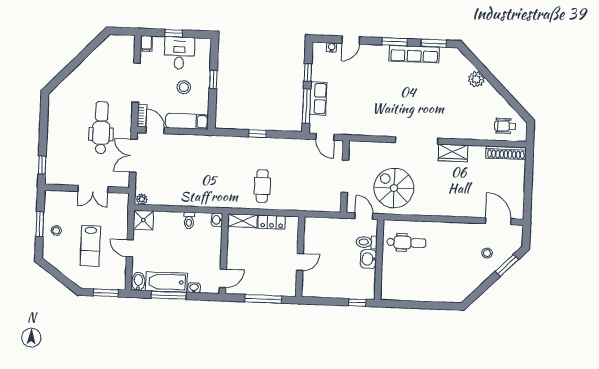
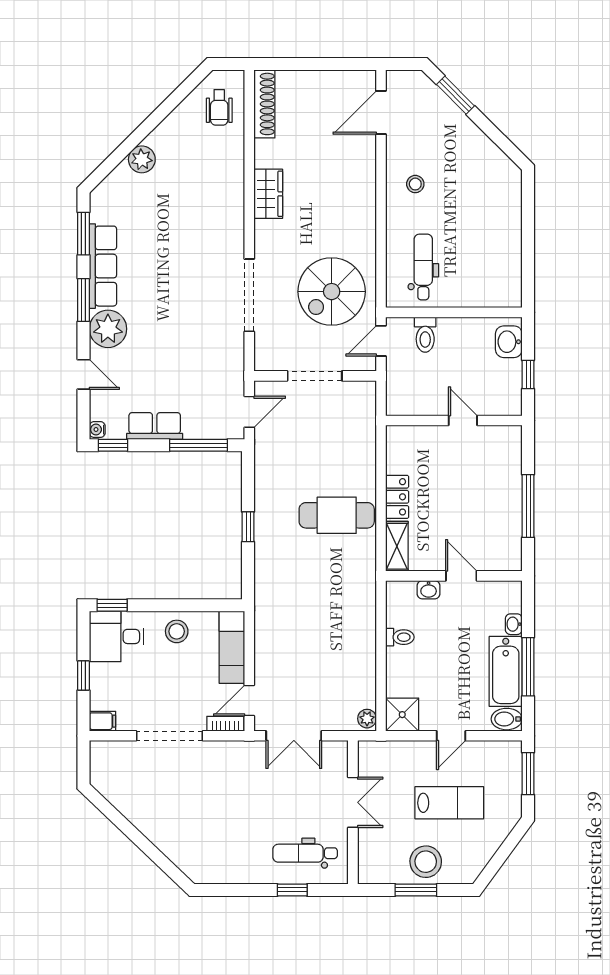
water cooler: (332, 47) -> (97, 430), moved
desk: (179, 53) -> (117, 636), moved
plant: (377, 56) -> (108, 329), added
window: (308, 72) -> (113, 445), moved
window: (213, 79) -> (112, 605), moved
stool: (184, 87) -> (177, 631), moved
row of seats: (318, 98) -> (155, 426), moved
dental chair: (101, 128) -> (305, 853), moved, width x0.73, depth x0.72
doorway: (417, 140) -> (249, 295), moved
window: (42, 165) -> (292, 890), moved
cafe table: (262, 186) -> (337, 515), width x1.37, depth x1.35
washbasin: (217, 220) -> (429, 590), moved
stool: (56, 231) -> (426, 862), width x1.89, depth x1.89
stool: (487, 253) -> (415, 184), moved
wall: (300, 257) -> (454, 421), moved
washbasin: (368, 259) -> (509, 342), moved, turned 90
door: (300, 262) -> (463, 421), moved
door: (223, 278) -> (461, 576), moved
window: (357, 302) -> (528, 374), moved

